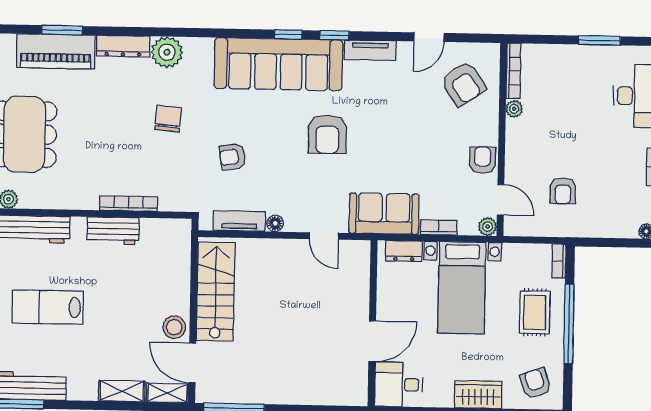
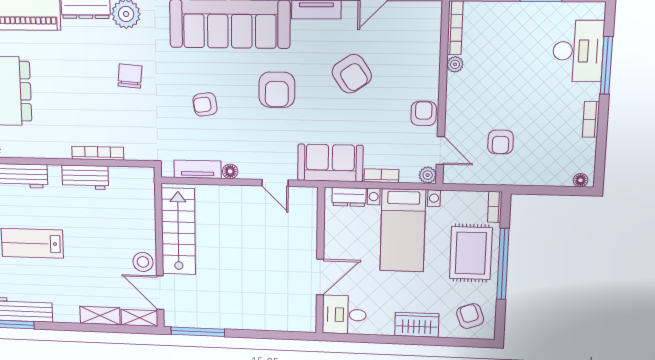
armchair: (463, 84) -> (352, 74), moved
armchair: (233, 157) -> (205, 104), moved
rug: (535, 312) -> (471, 253), width x1.36, depth x1.43

